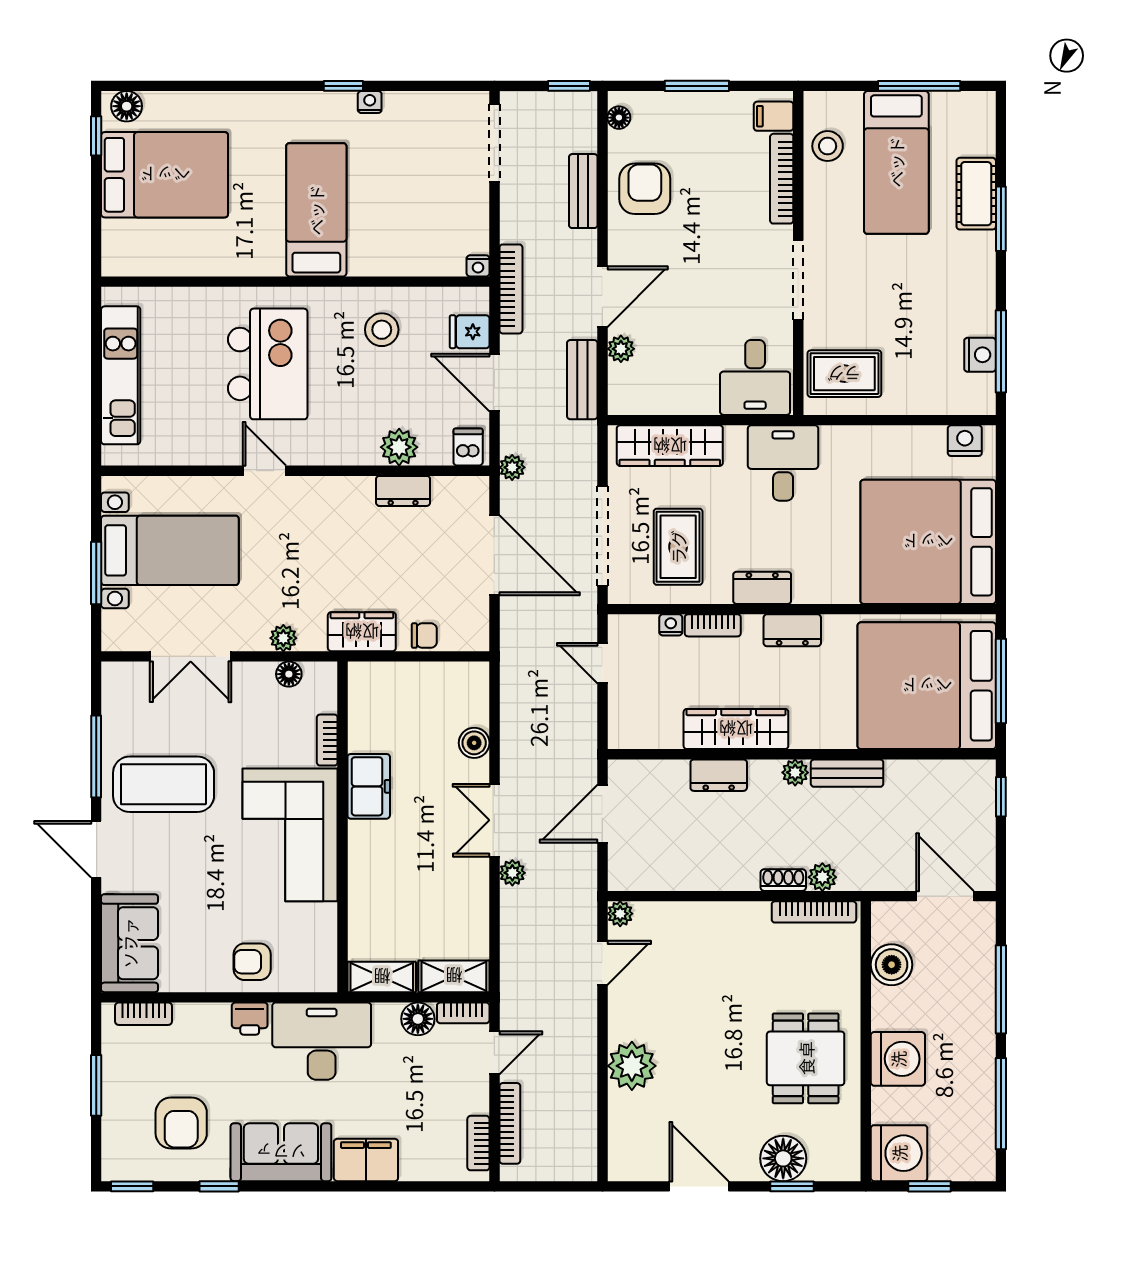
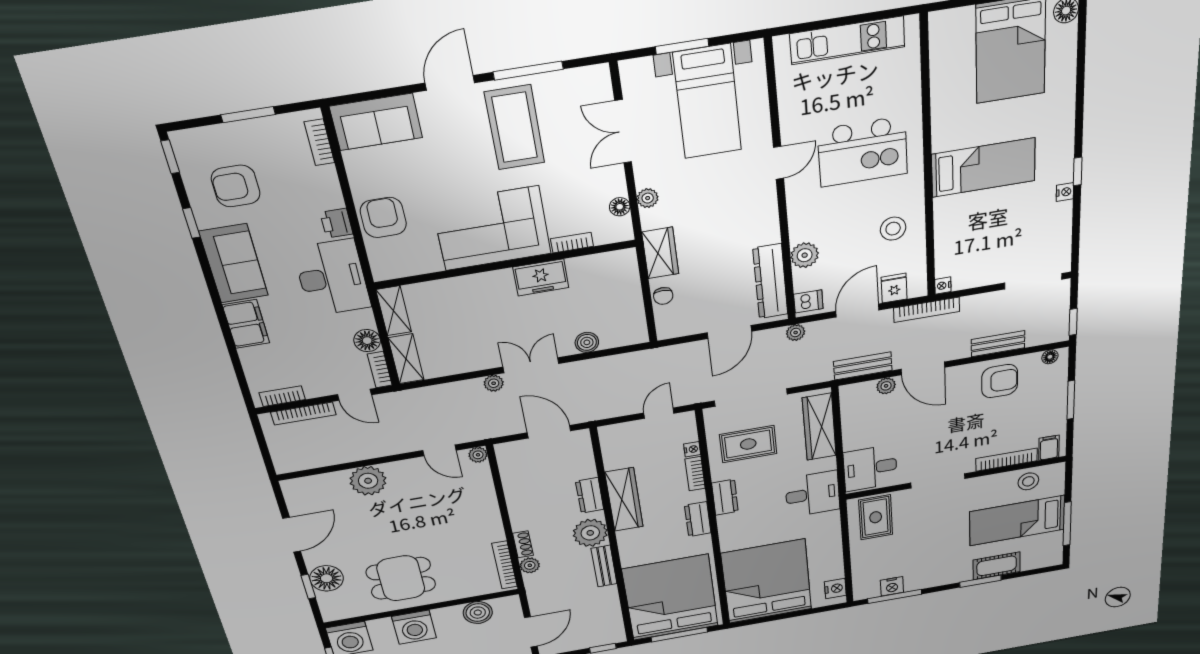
dresser: (403, 491) -> (770, 281), width x1.96, depth x1.24
door: (494, 555) -> (729, 332), width x0.73
plant: (795, 772) -> (590, 533), width x1.87, depth x1.87
armchair: (252, 962) -> (383, 217), width x1.38, depth x1.38

